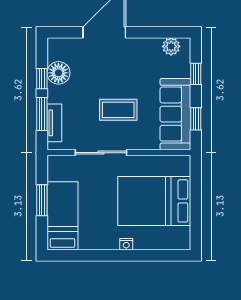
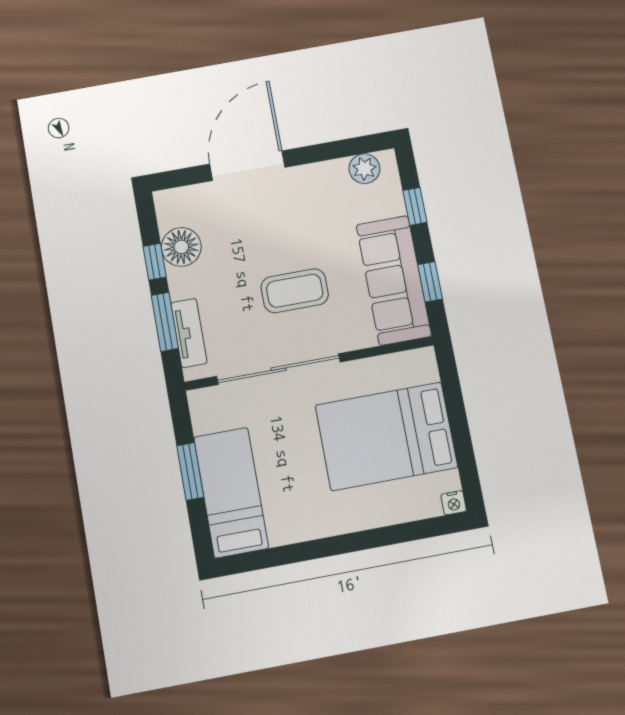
sliding door: (101, 153) -> (279, 369), width x1.36
nightstand: (126, 244) -> (454, 503), moved

